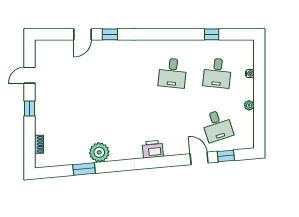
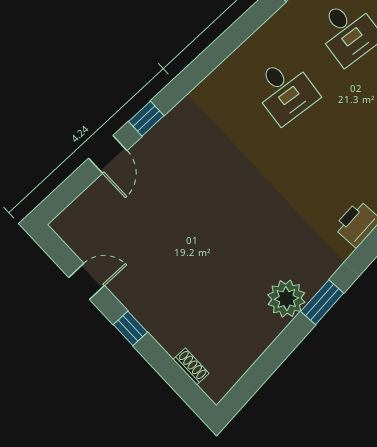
door: (29, 75) -> (87, 281), swing flipped
window: (84, 169) -> (322, 302), moved

